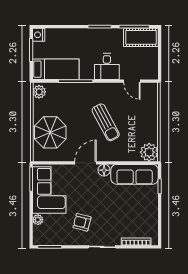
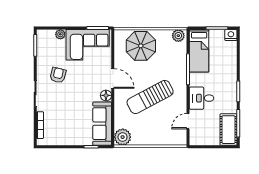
sun lounger: (106, 122) -> (150, 97), width x1.36, depth x1.34

